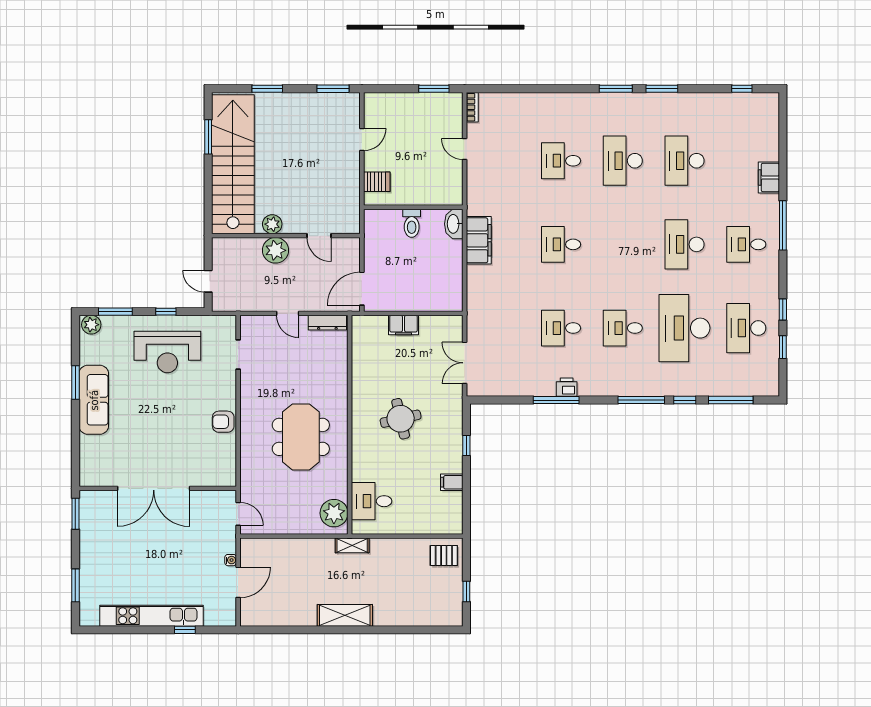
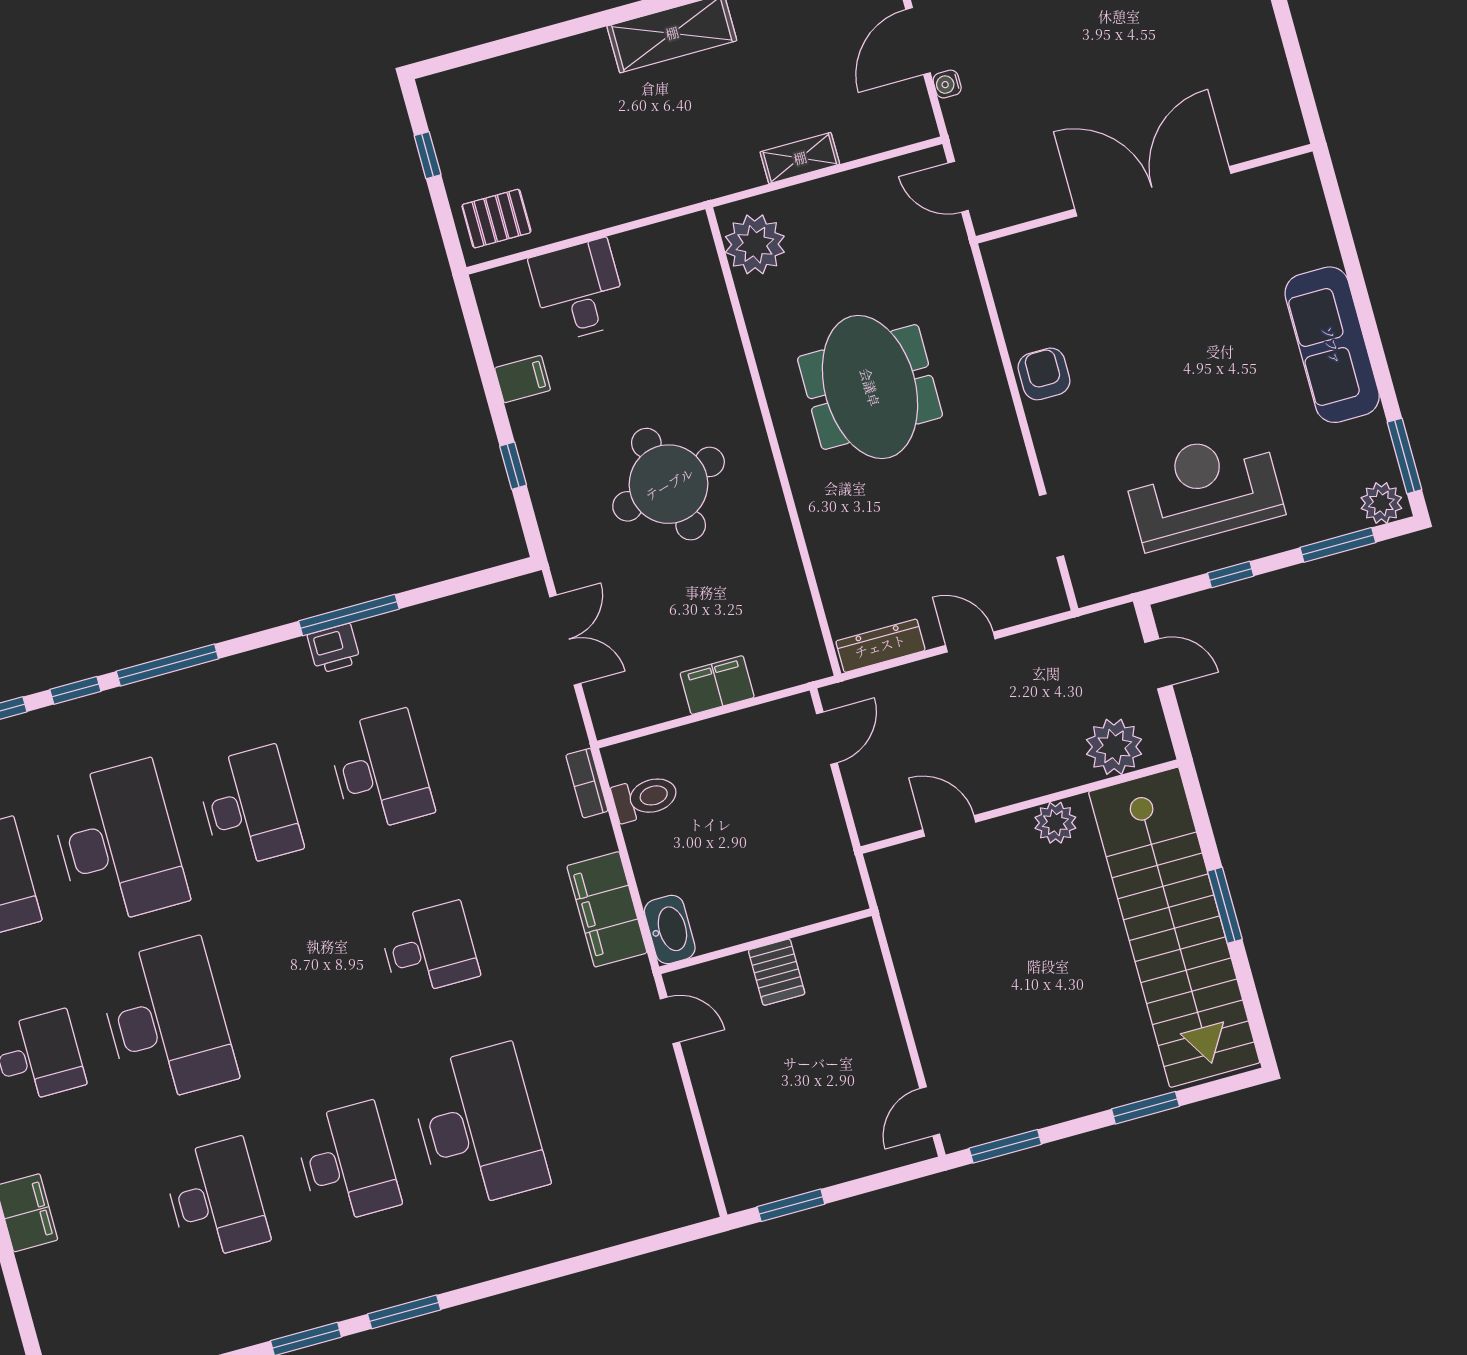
bookcase: (472, 107) -> (587, 783), moved
window: (208, 137) -> (1225, 905), moved
door: (362, 139) -> (930, 1111), moved
door: (465, 149) -> (670, 1020), moved
desk: (561, 161) -> (478, 1127), width x1.87, depth x1.30
server rack: (377, 182) -> (777, 972), moved, turned -90
toilet: (412, 223) -> (645, 798), moved, turned 90
desk: (685, 244) -> (167, 1021), width x1.36, depth x1.30
plant: (276, 250) -> (1114, 747), moved
door: (362, 289) -> (827, 738), width x0.73
desk: (561, 328) -> (380, 771), width x1.37
desk: (623, 328) -> (249, 807), width x1.37
window: (75, 383) -> (1405, 456), moved
round table: (401, 419) -> (669, 484), width x1.36, depth x1.36
armchair: (223, 422) -> (1044, 374), turned -90
desk: (372, 501) -> (579, 290), moved, turned -90
window: (75, 514) -> (1304, 92), removed
shelving: (352, 545) -> (800, 158), moved

